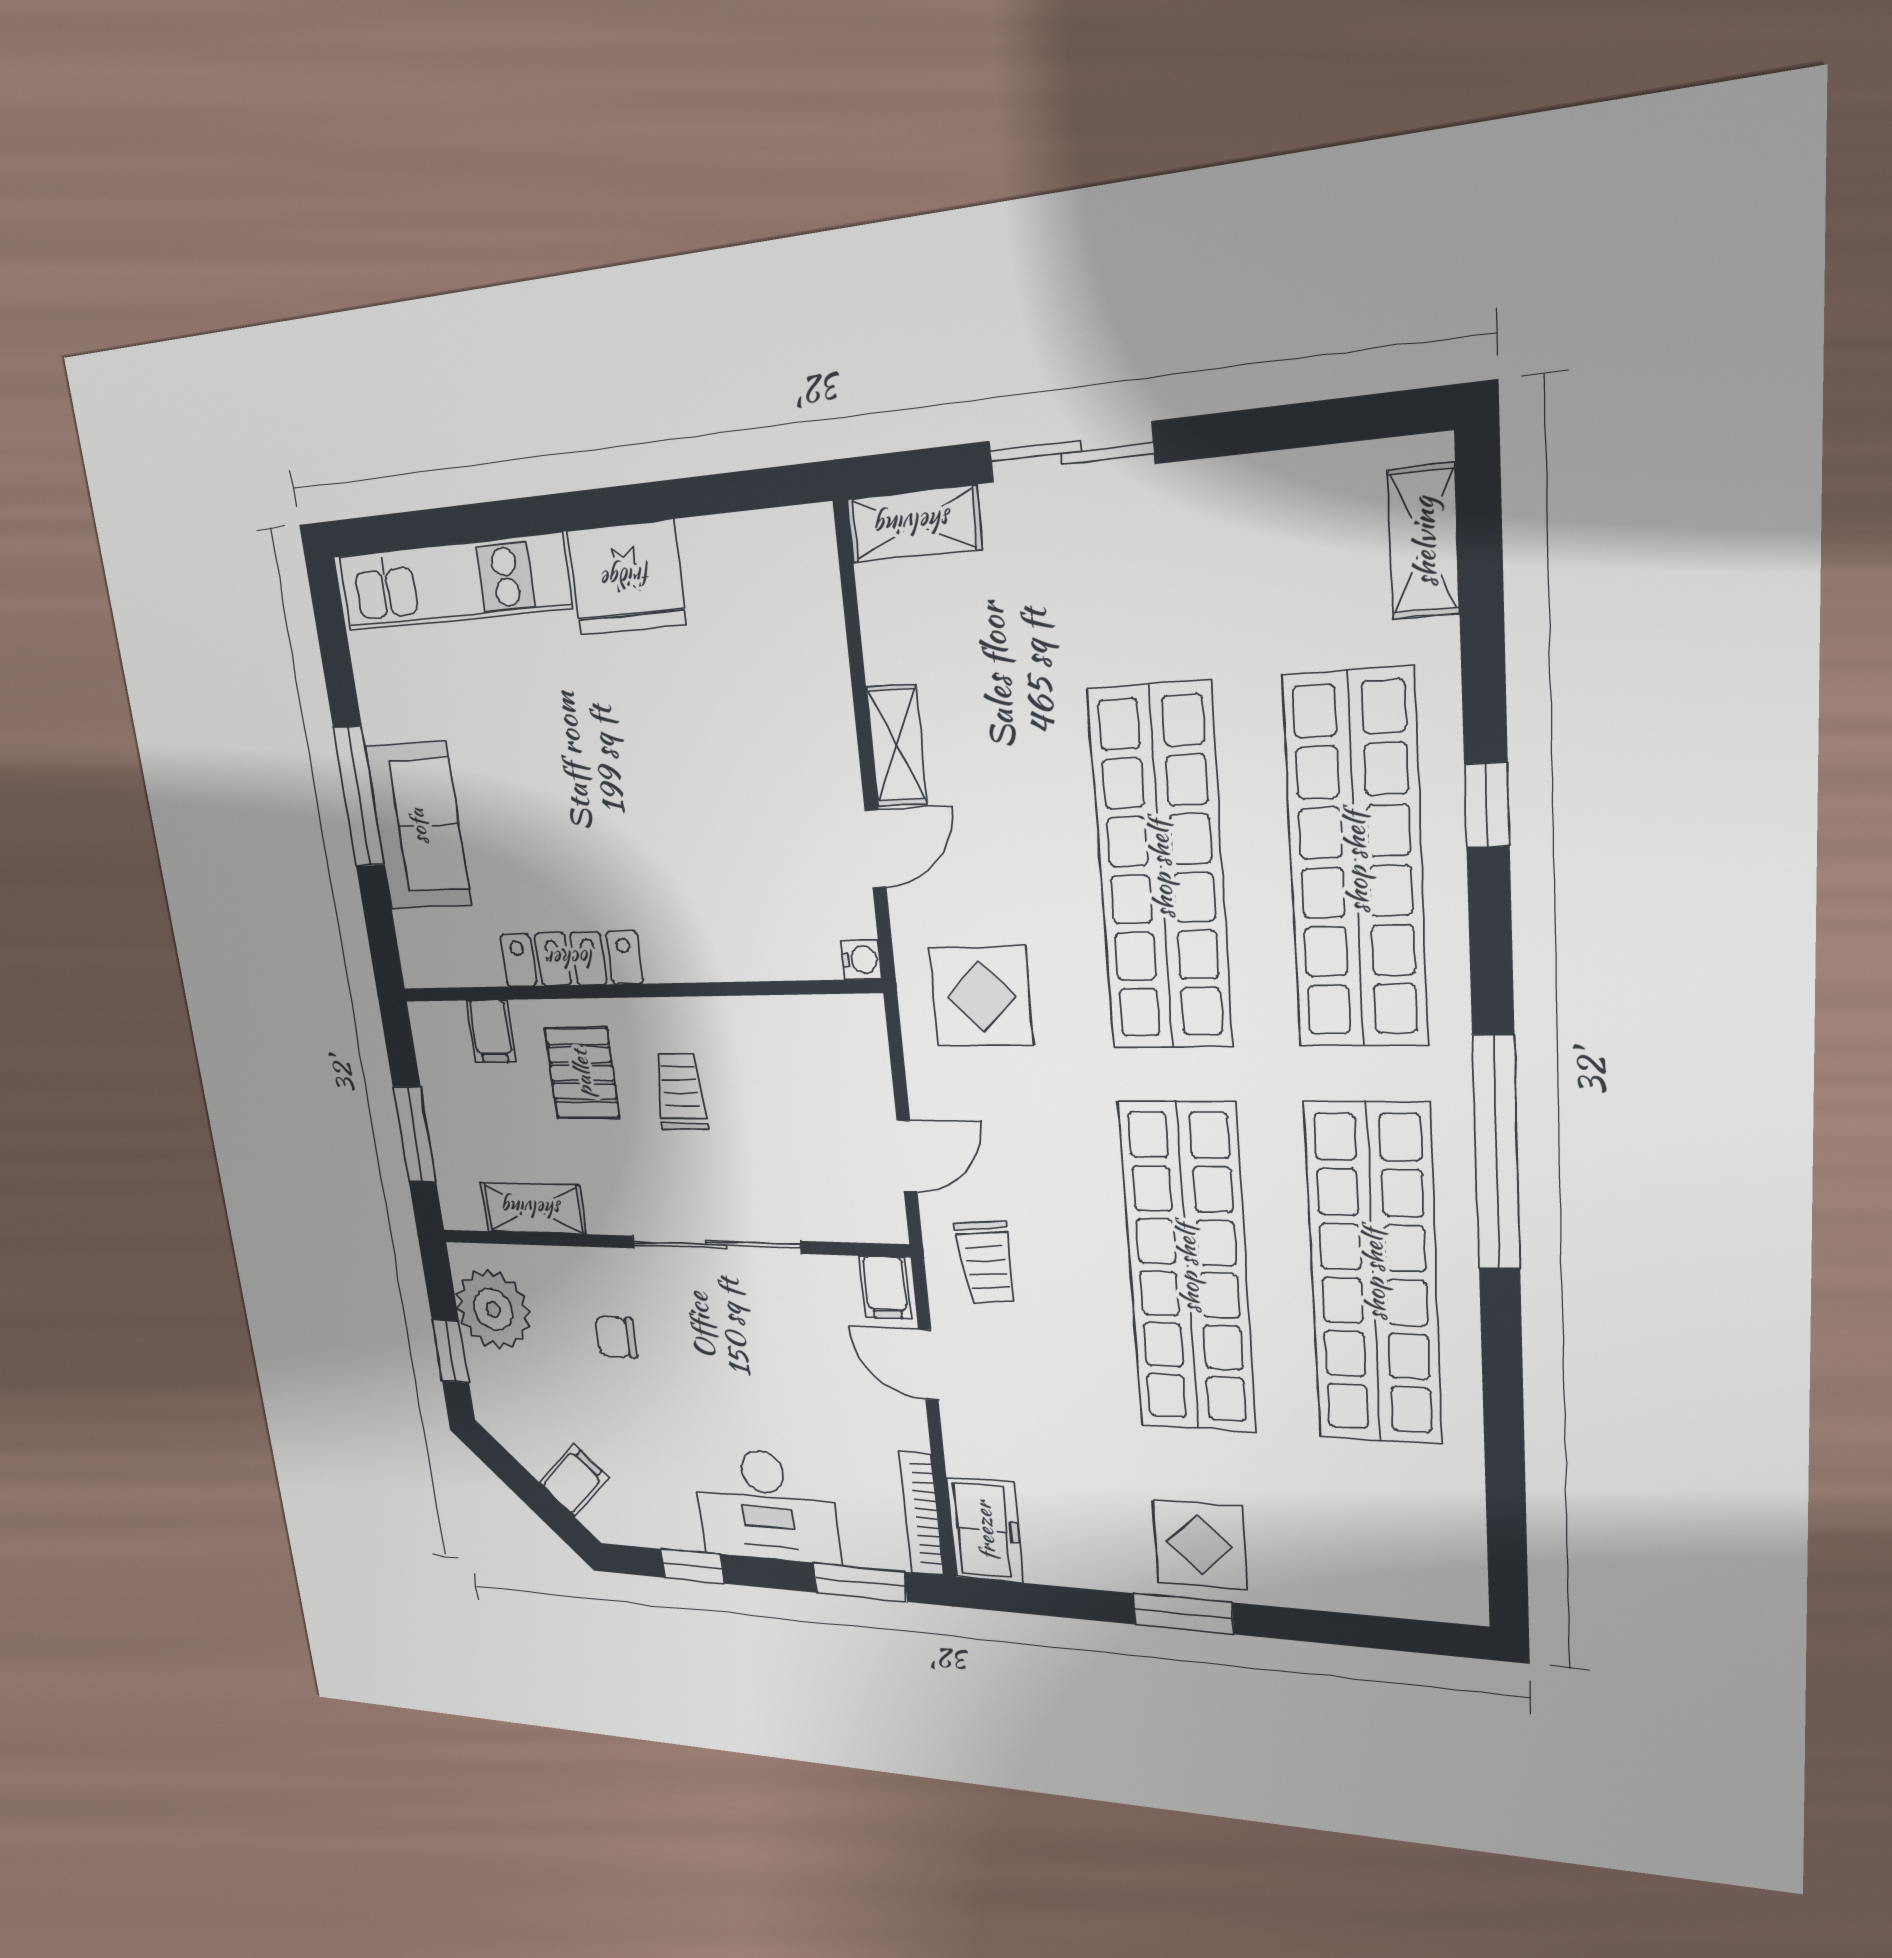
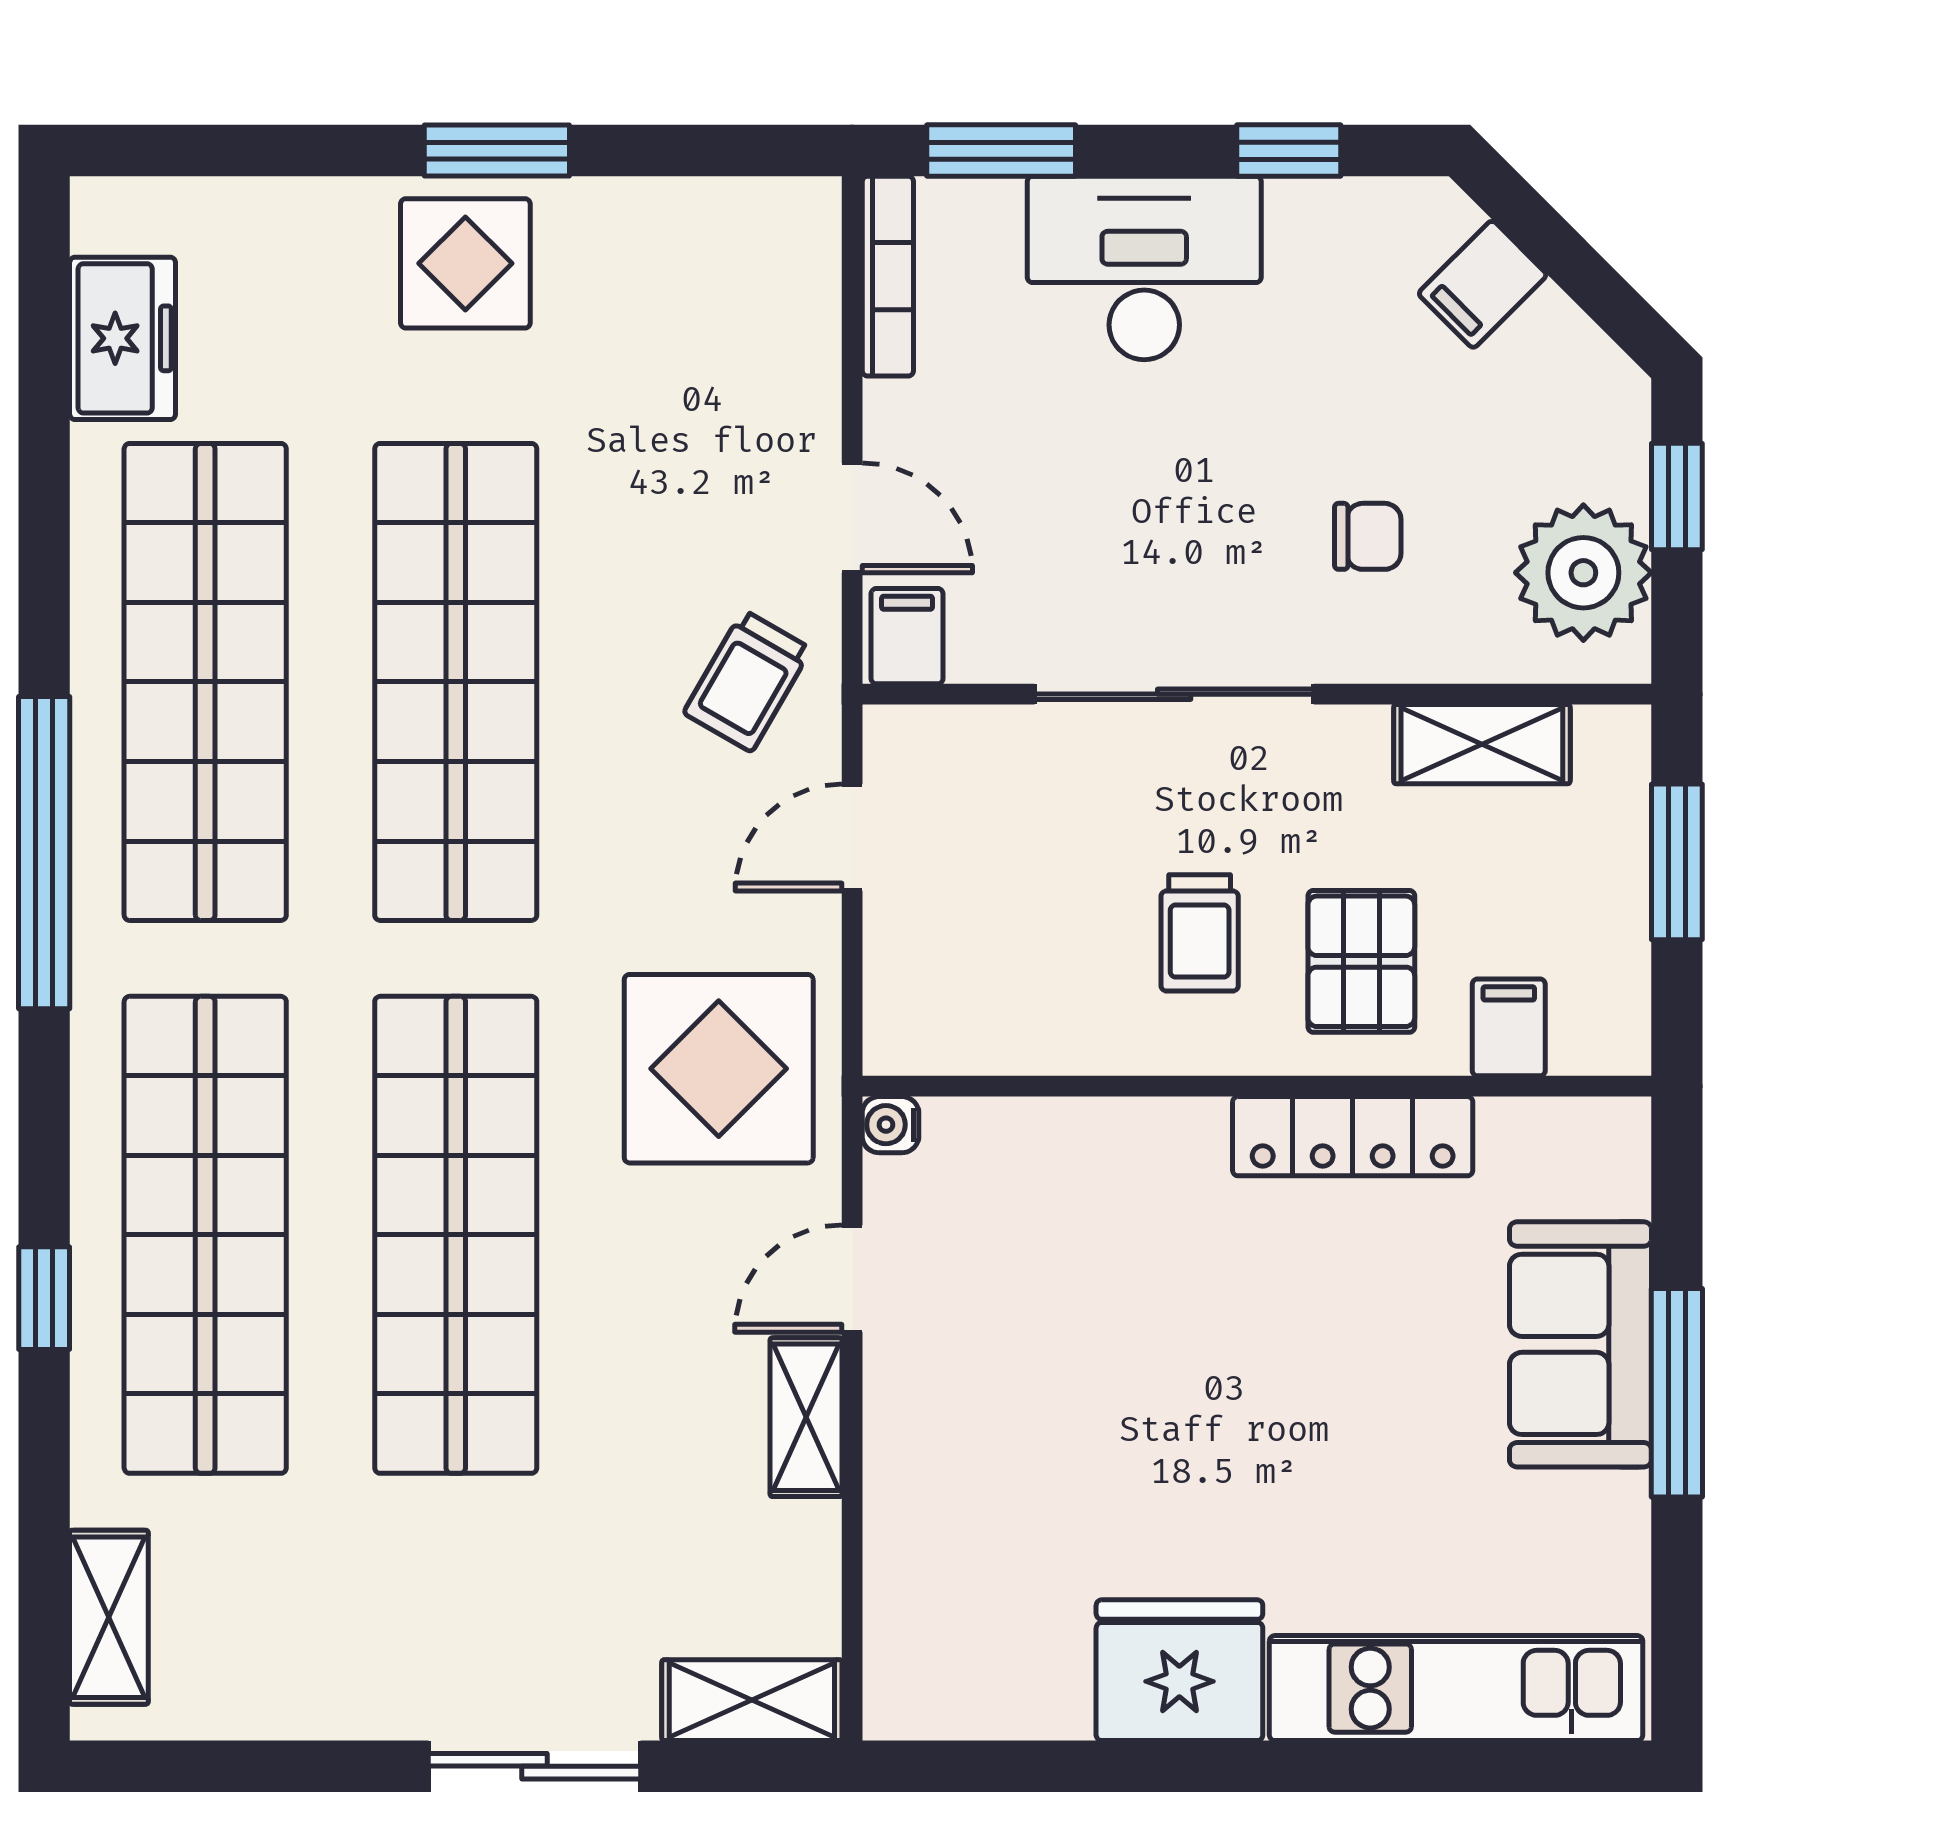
display table: (981, 997) -> (719, 1069), width x1.36, depth x1.36
trolley: (986, 1262) -> (747, 681), turned -145
freezer: (985, 1530) -> (123, 338), moved, turned 180

